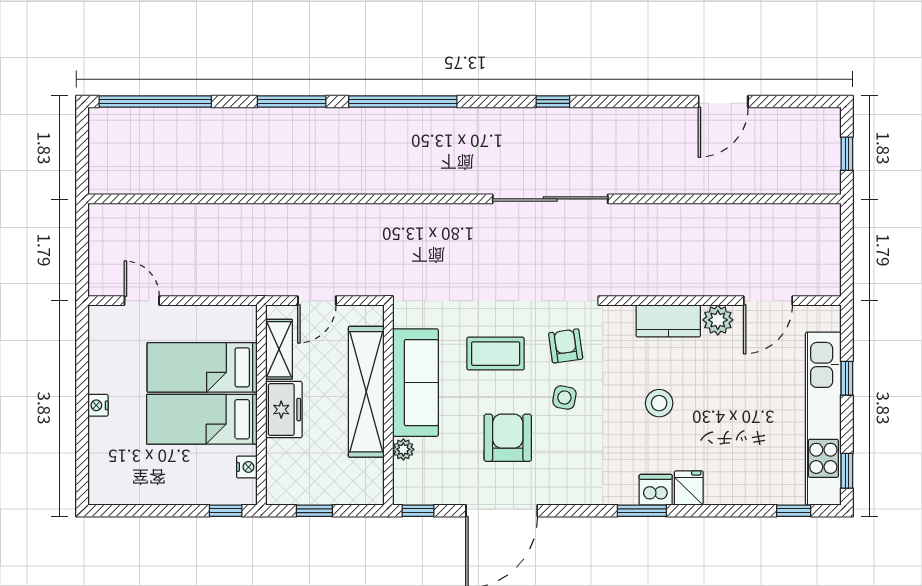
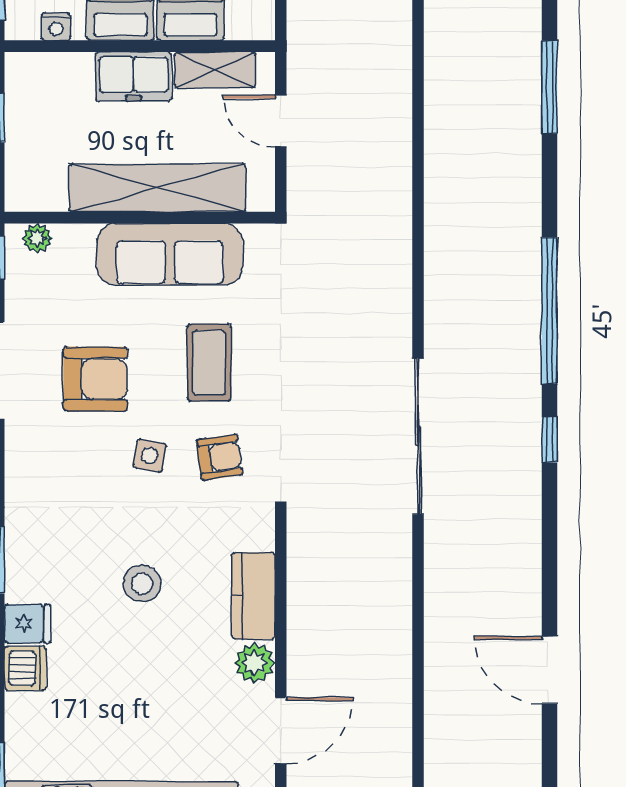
window: (403, 102) -> (550, 311), moved
door: (768, 301) -> (281, 731), swing flipped
plant: (403, 449) -> (37, 238), moved
dishwasher: (656, 490) -> (25, 668), moved

